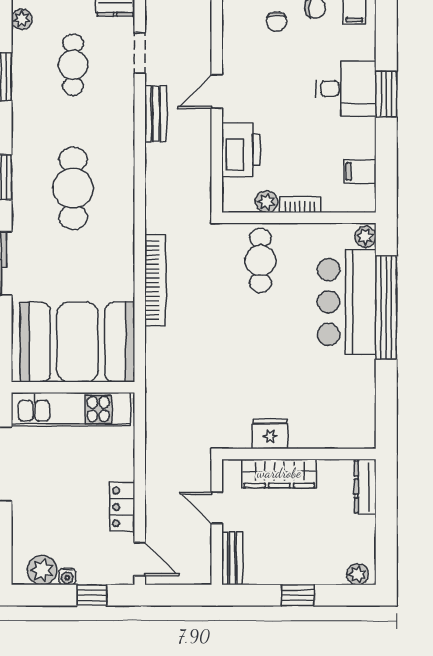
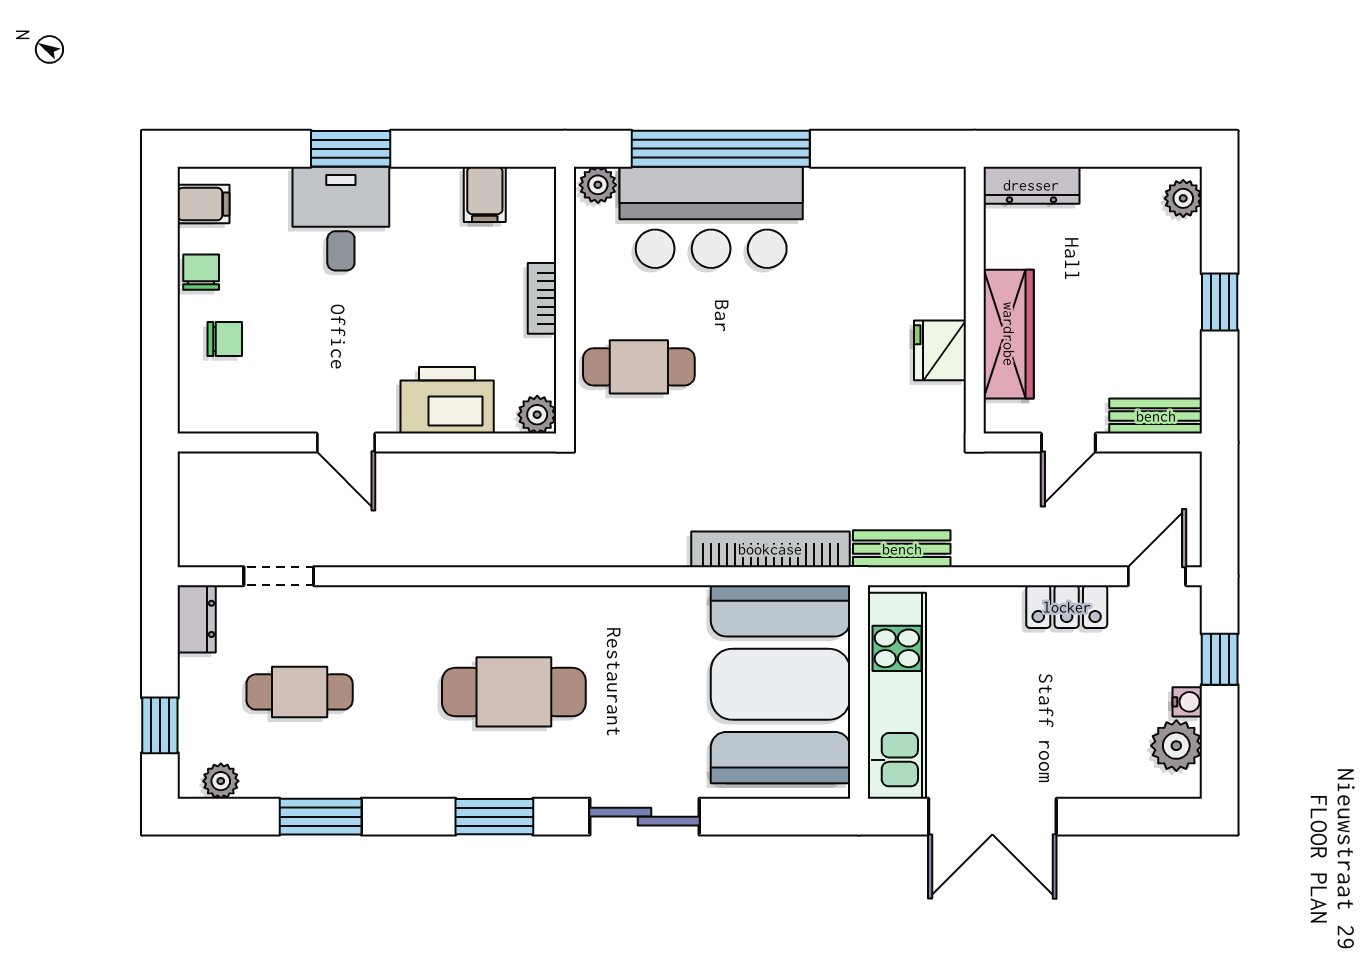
bench: (156, 114) -> (902, 549), moved
plant: (267, 202) -> (537, 415), moved
bookcase: (155, 280) -> (770, 549), moved

